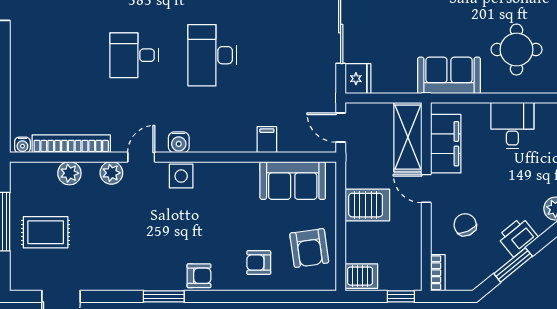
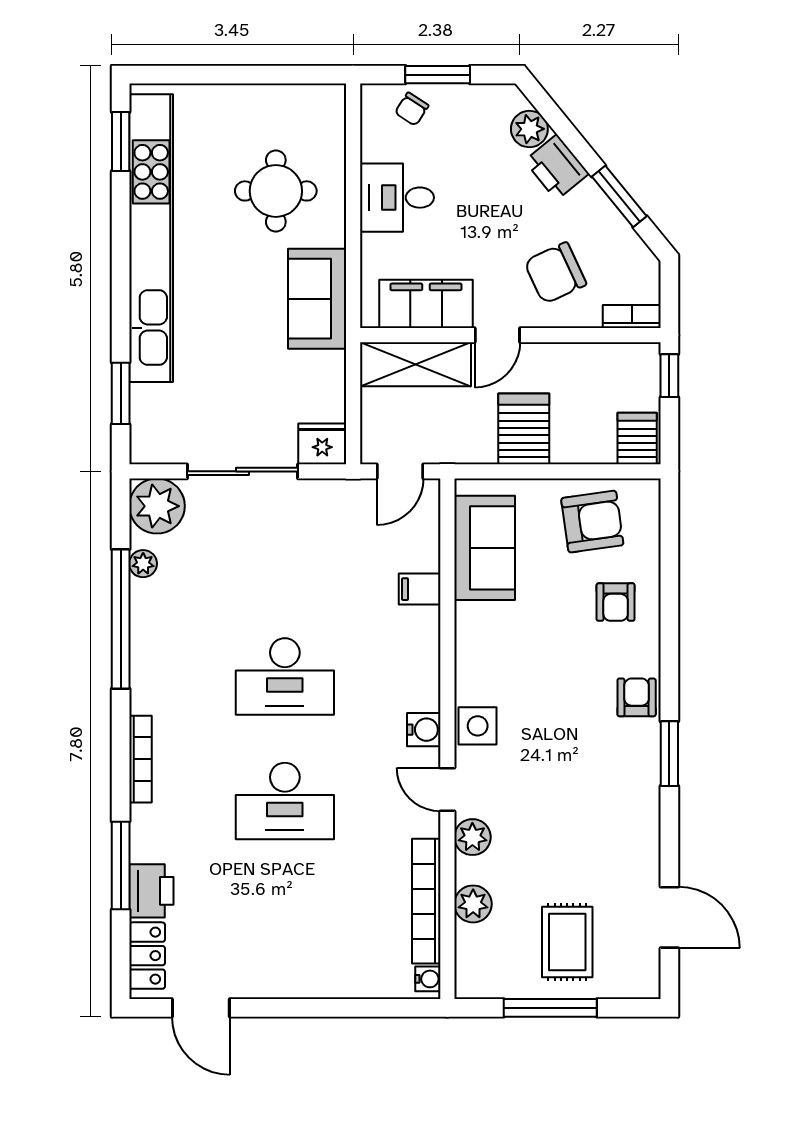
desk: (134, 55) -> (285, 801), width x1.37
chair: (465, 225) -> (555, 273), width x1.37, depth x1.37
printer: (518, 237) -> (557, 167), moved

